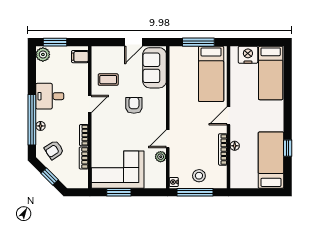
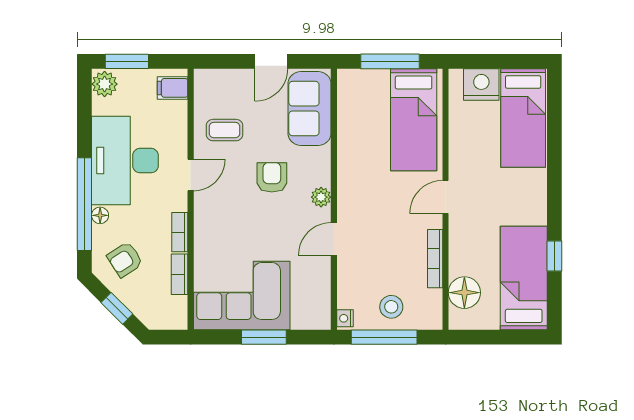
desk: (50, 96) -> (125, 161), width x1.87, depth x1.30
floor lamp: (235, 146) -> (464, 293), moved, width x1.89, depth x1.89
plant: (161, 157) -> (321, 197), moved
window: (119, 192) -> (264, 337), moved

